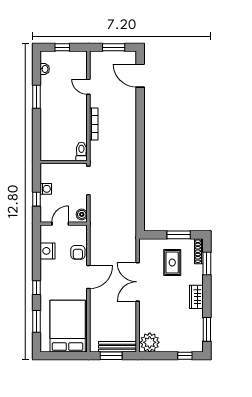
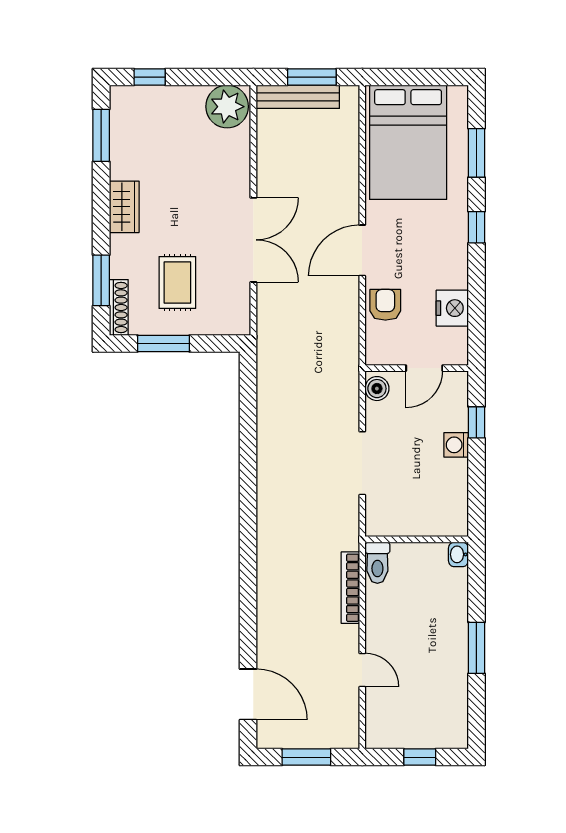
washbasin: (45, 69) -> (458, 554), moved
toilet: (81, 151) -> (377, 563), moved
wall: (64, 162) -> (417, 539), moved

